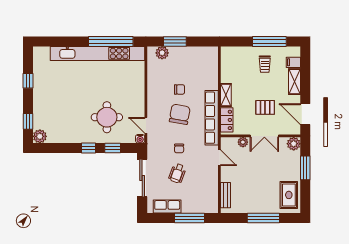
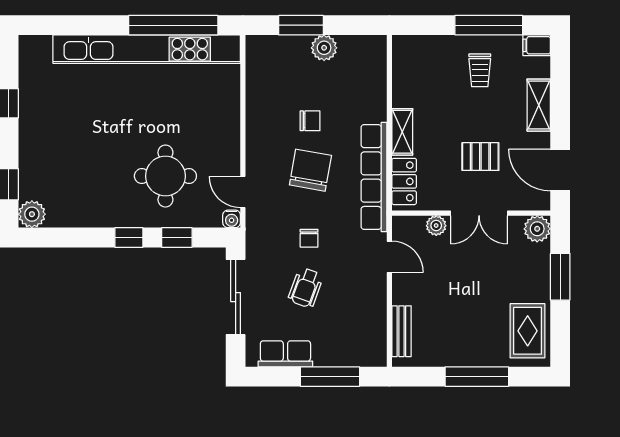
plant: (162, 53) -> (324, 48), moved
filing cabinet: (293, 62) -> (537, 45), moved

